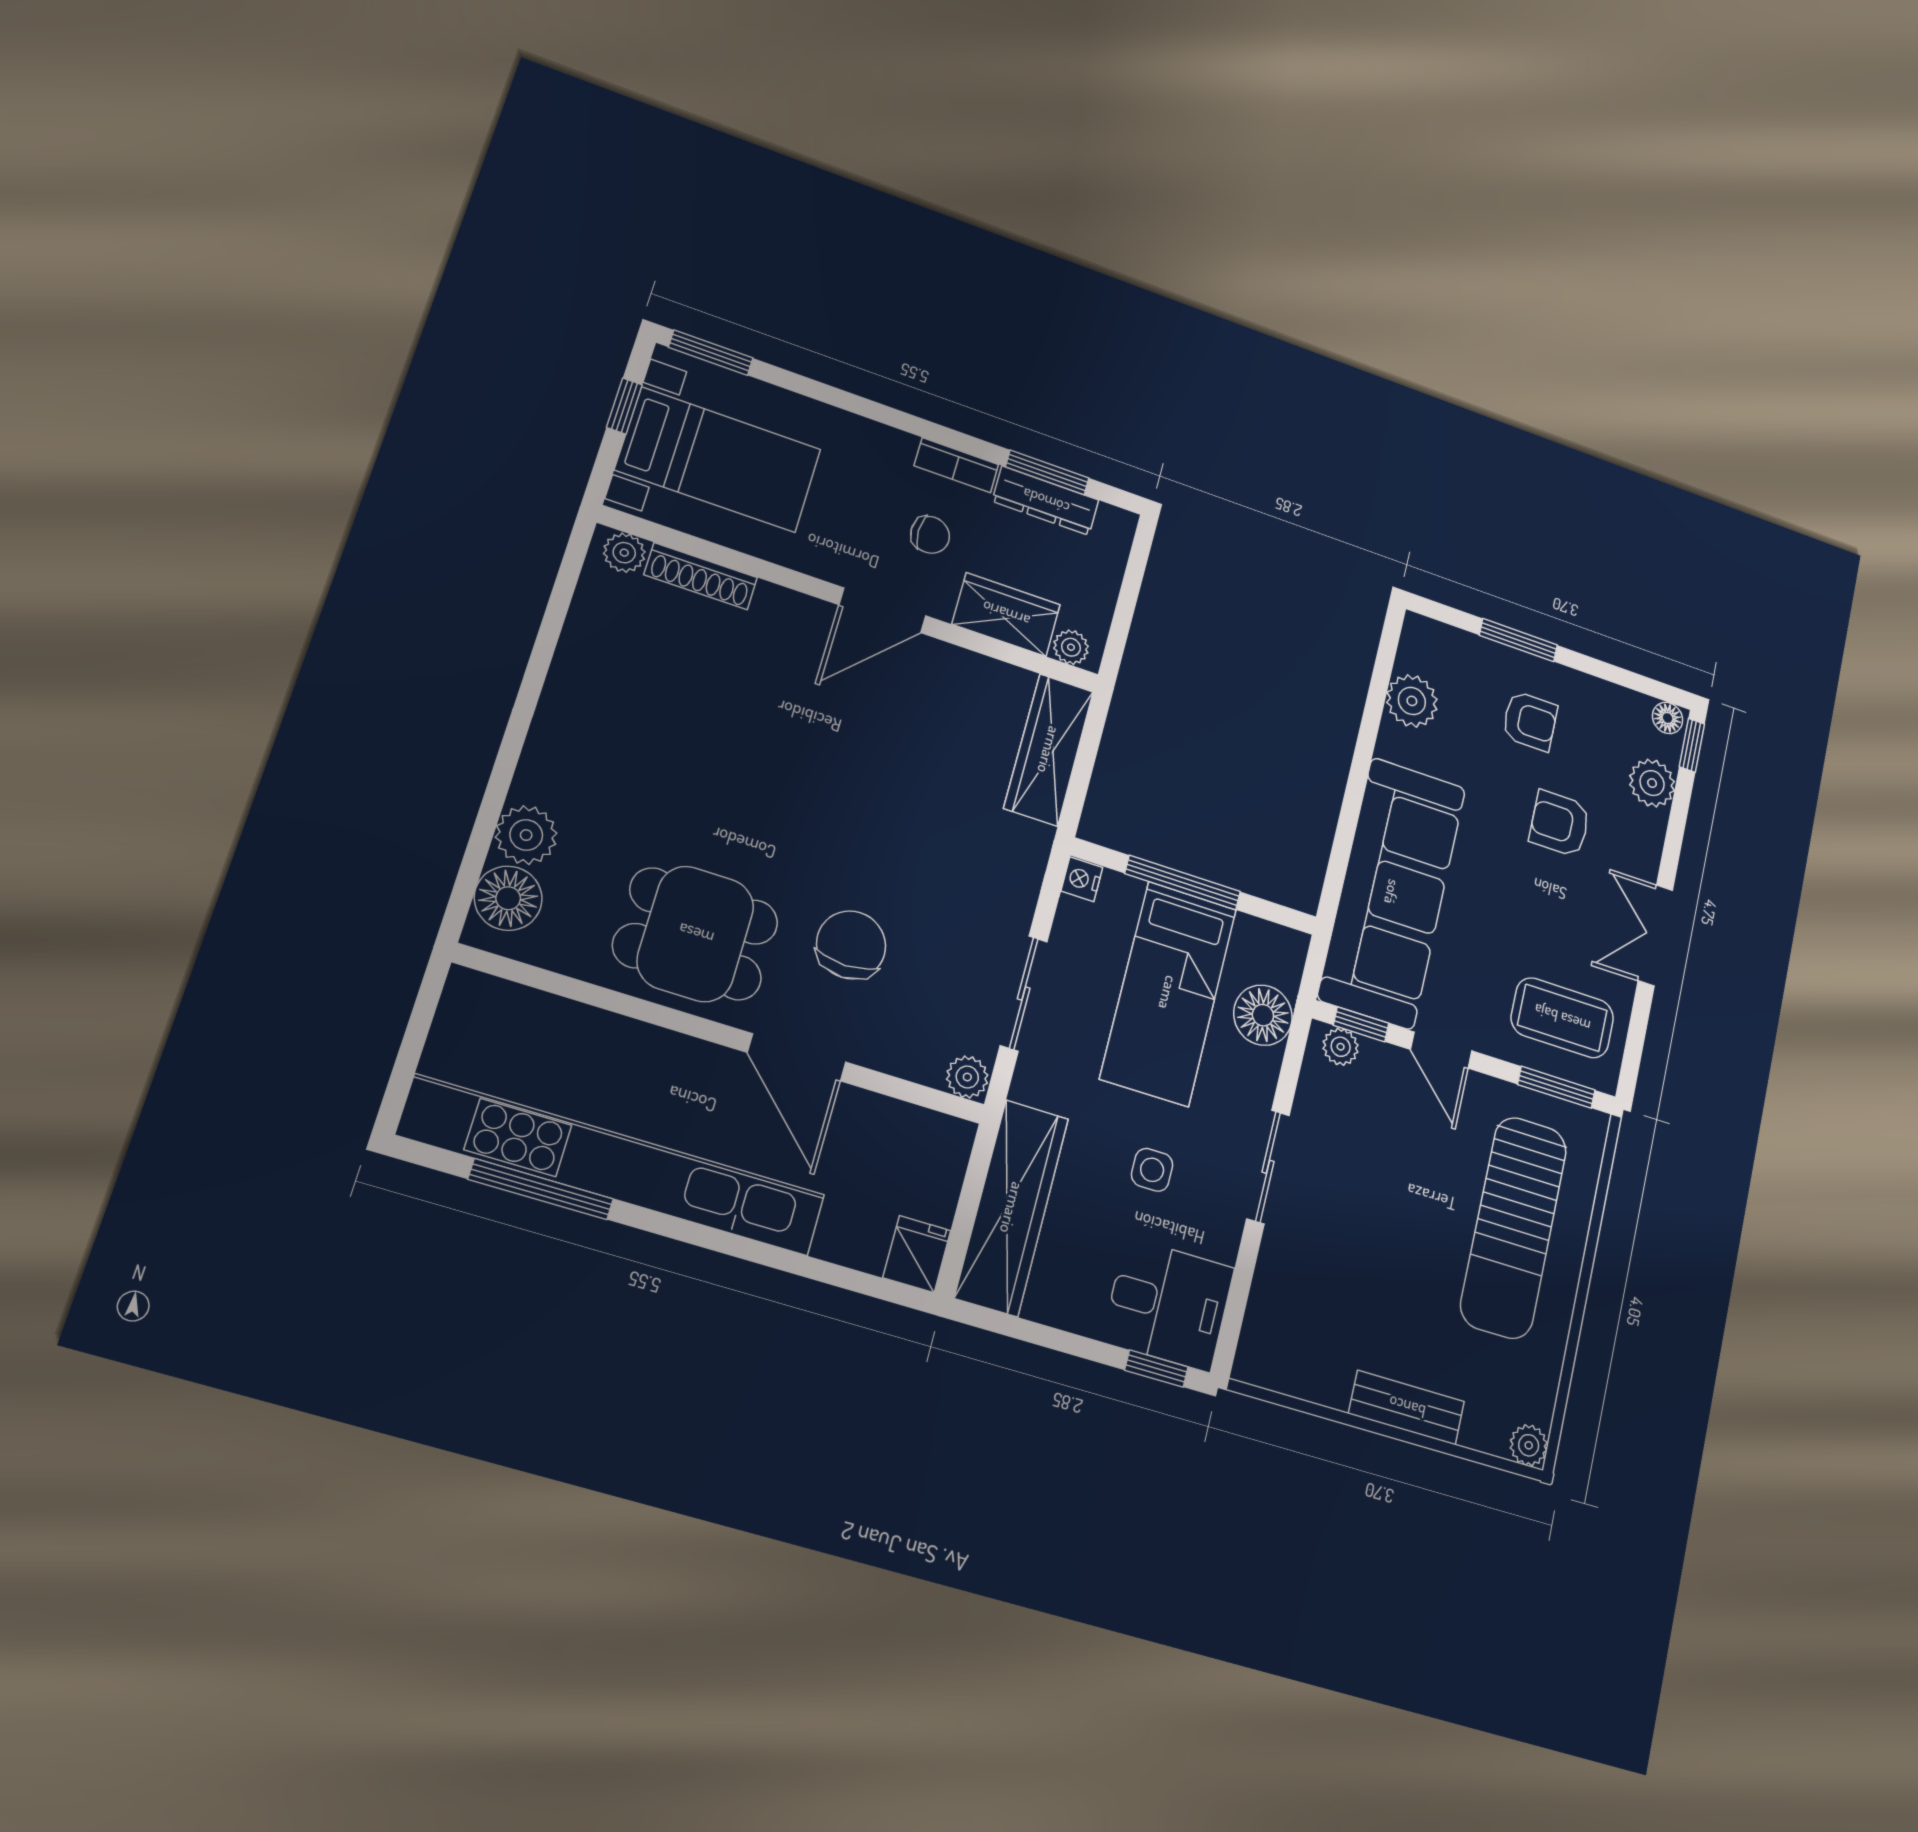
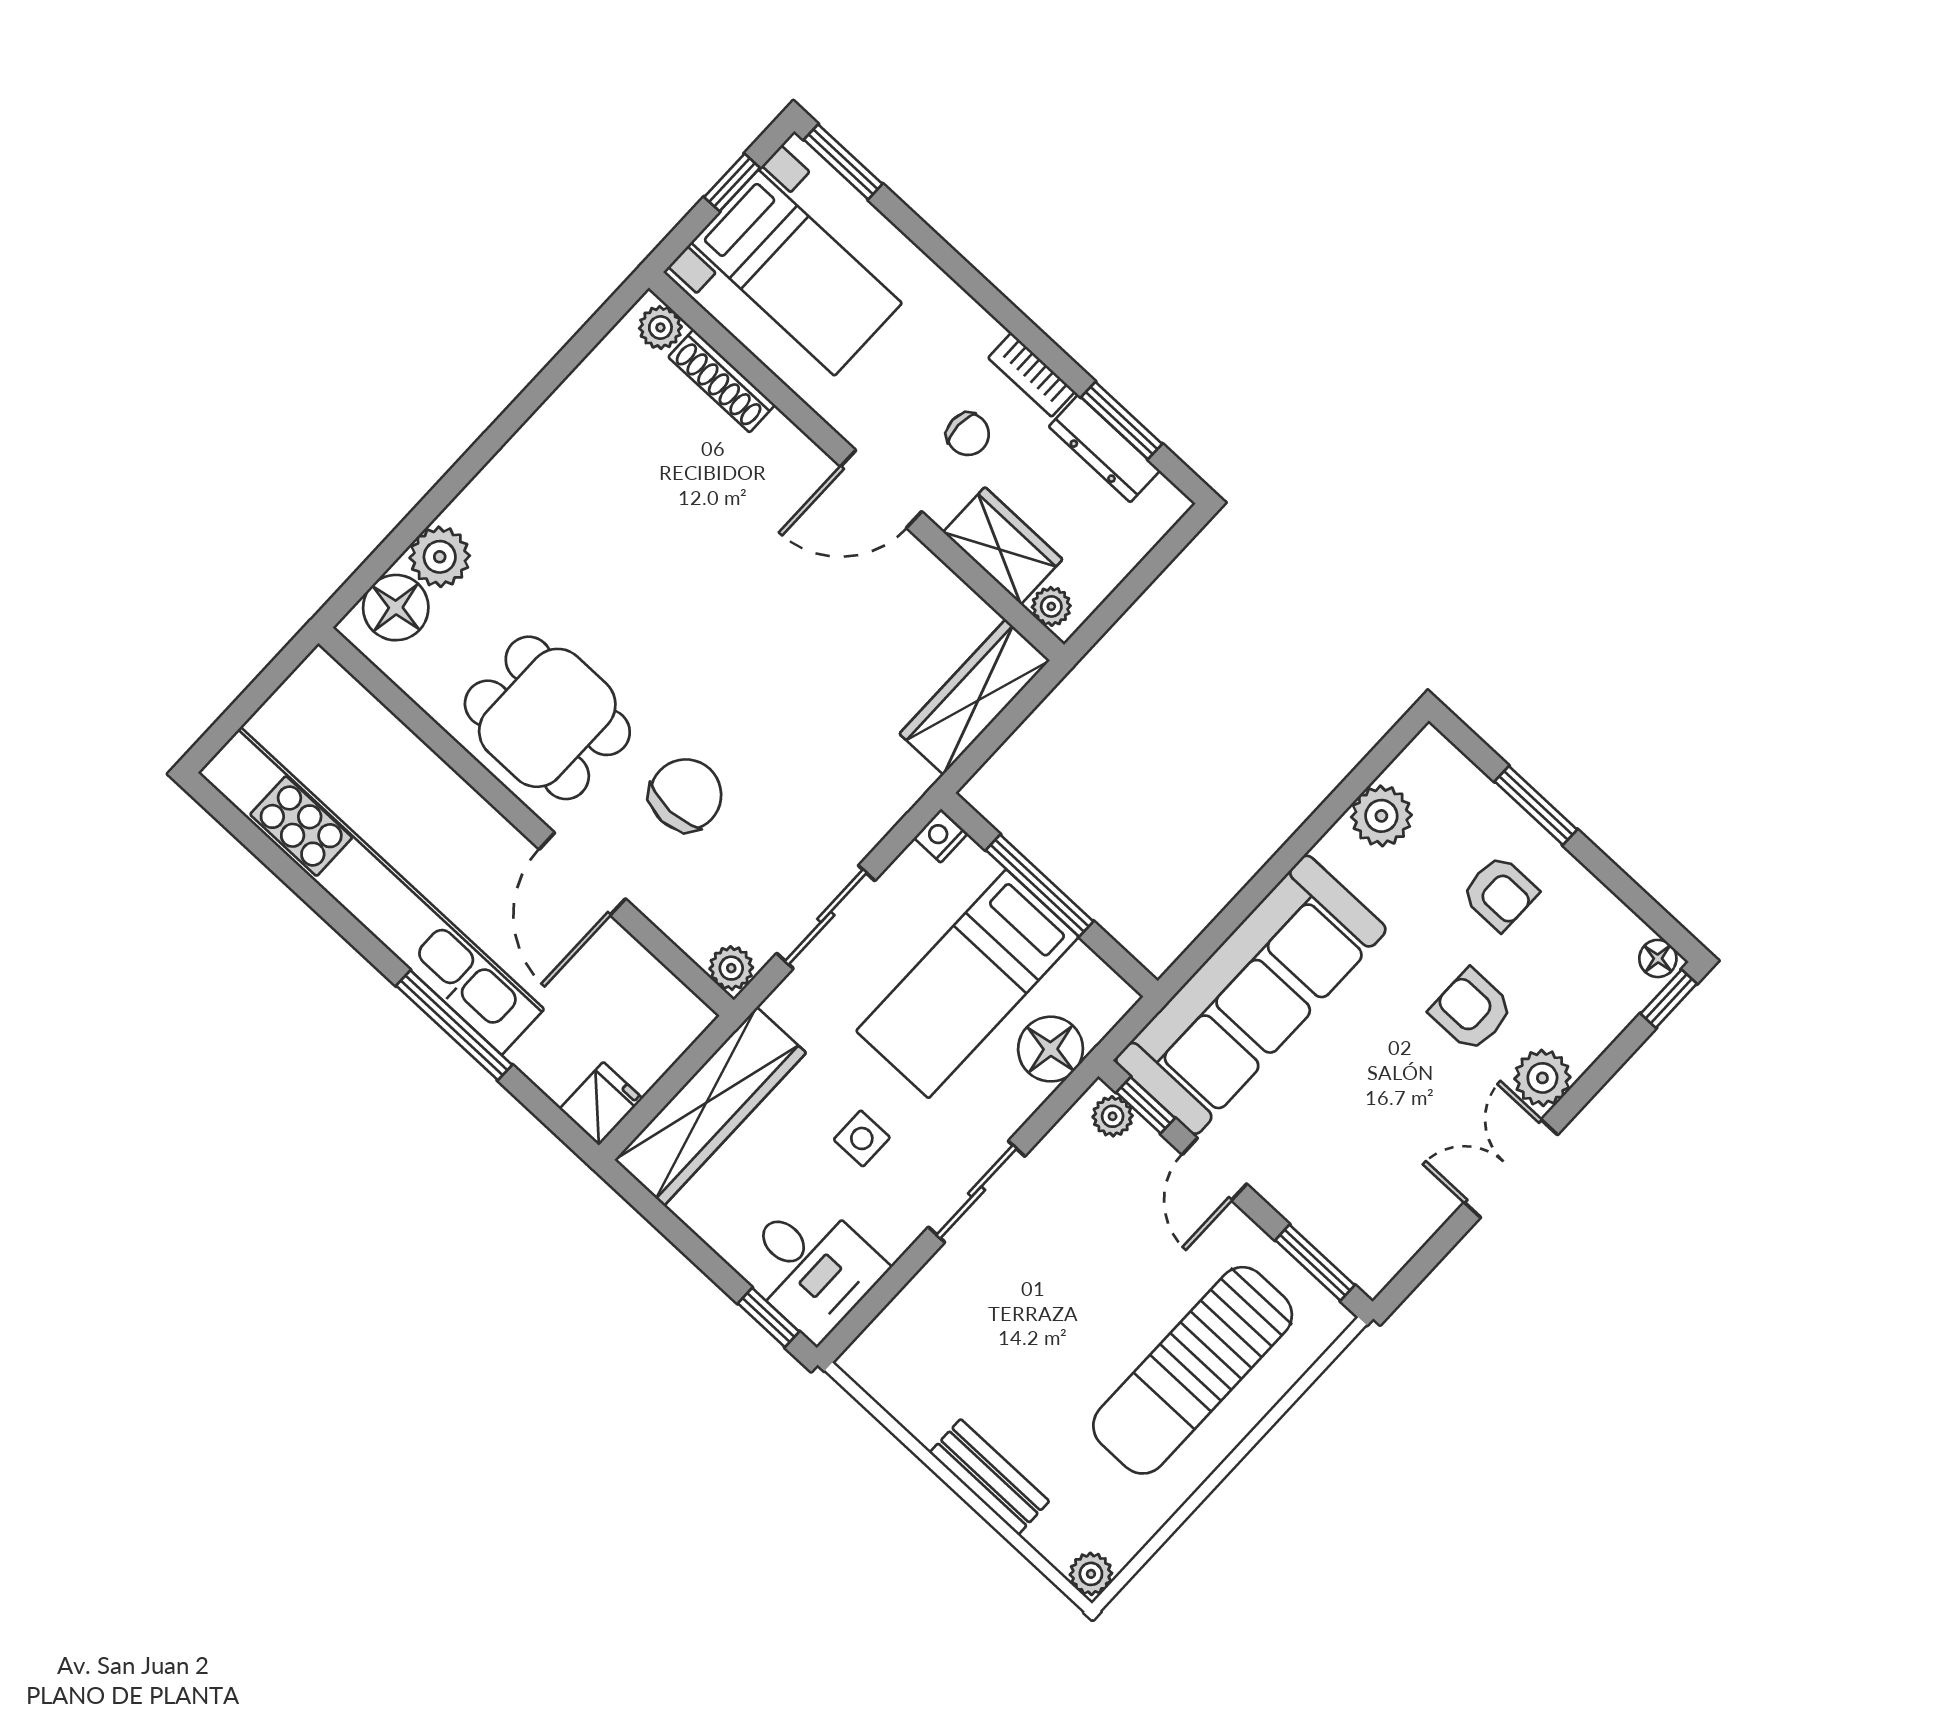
plant: (1652, 783) -> (1542, 1078), moved
coffee table: (1562, 1018) -> (1361, 1200), removed
window: (541, 1189) -> (454, 1025), moved

